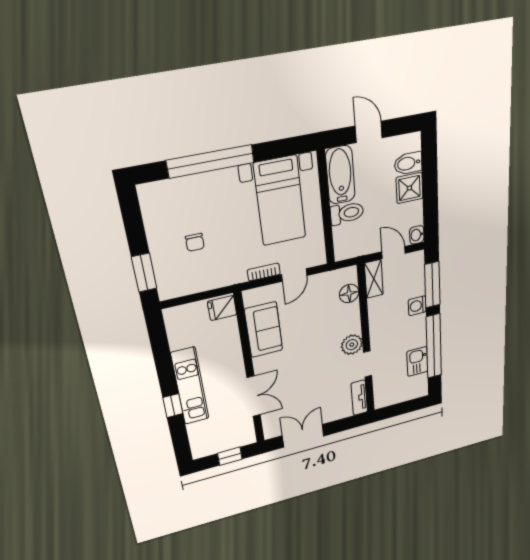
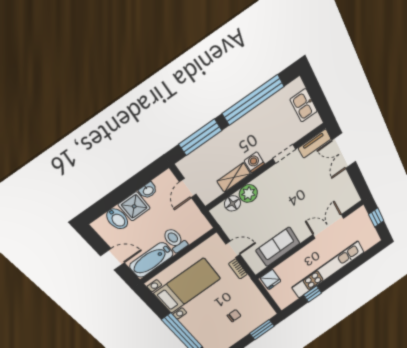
door: (369, 132) -> (113, 259), swing flipped
washbasin: (417, 235) -> (148, 190), moved
shelving: (374, 279) -> (234, 177), moved
washing machine: (417, 306) -> (254, 162), moved, turned 180
plant: (352, 345) -> (248, 193), moved
kitchen sink: (417, 362) -> (304, 105), moved, turned 90
kitchen unit: (190, 386) -> (328, 270), width x1.36
window: (173, 406) -> (313, 294), moved
double door: (303, 436) -> (344, 151), moved

